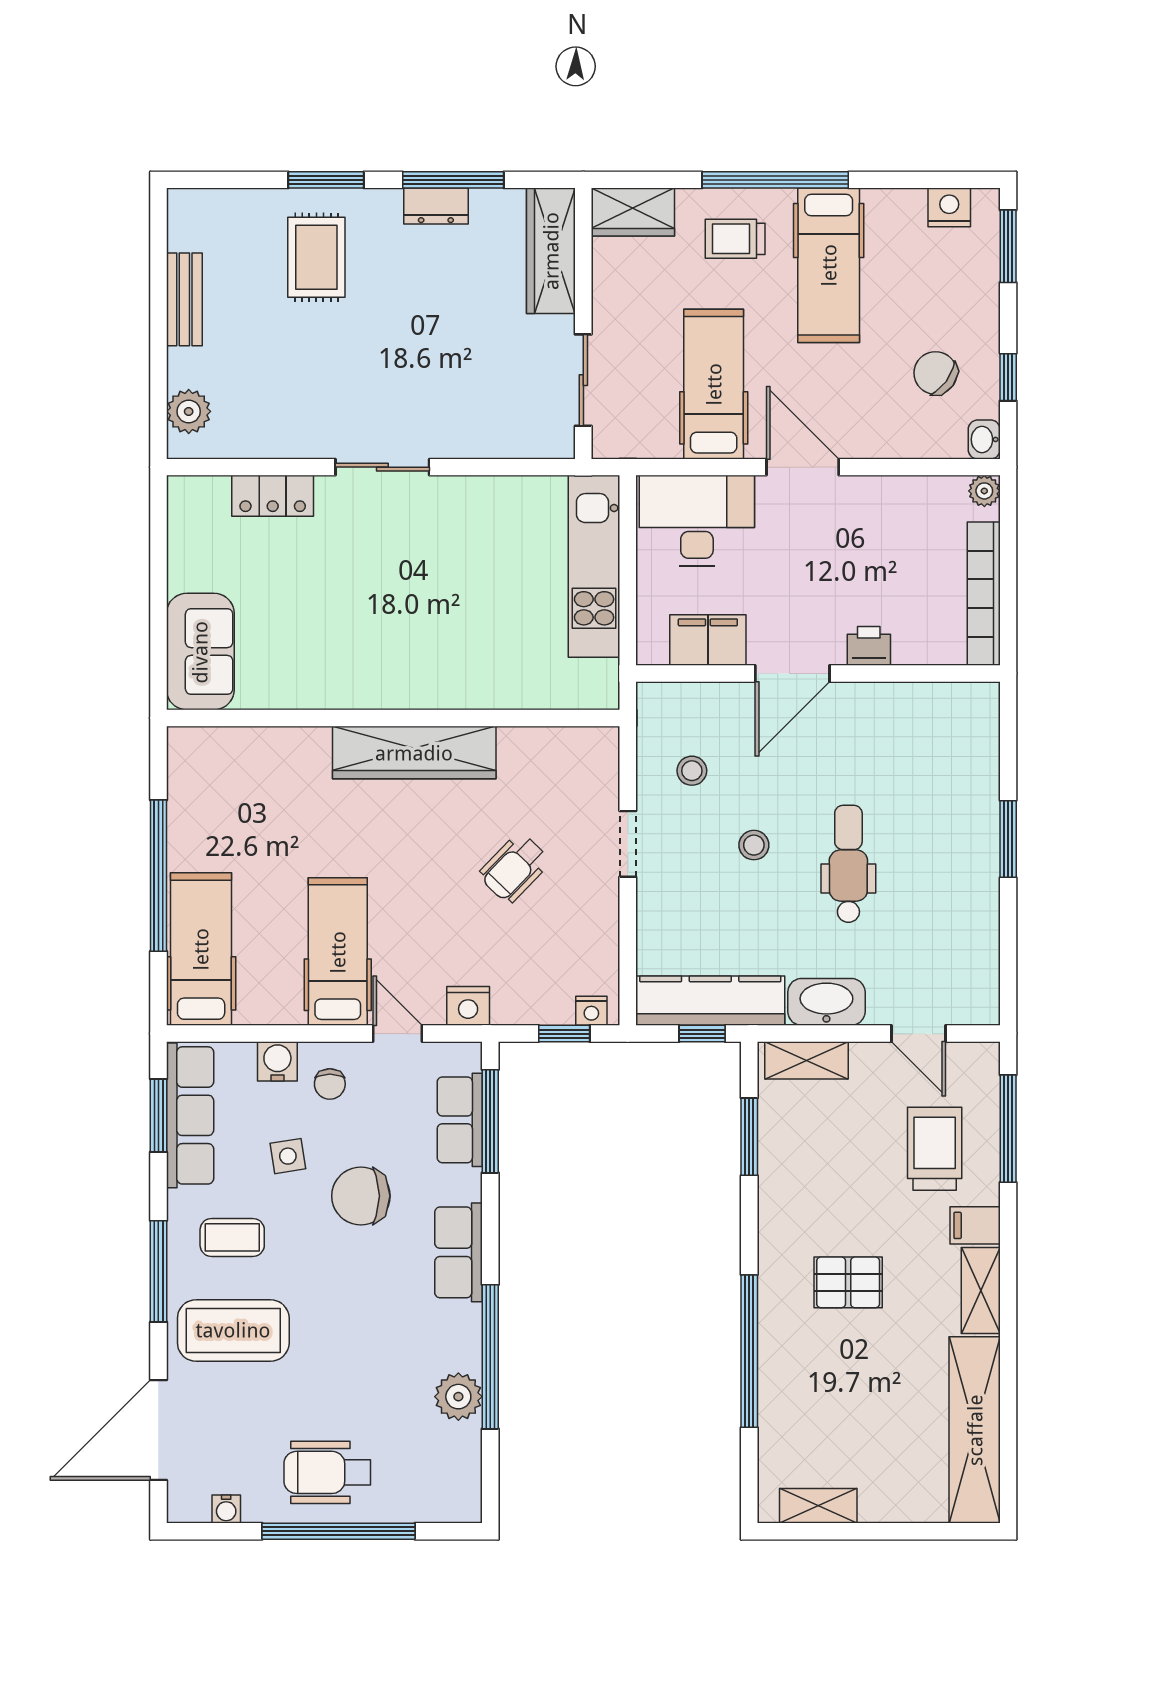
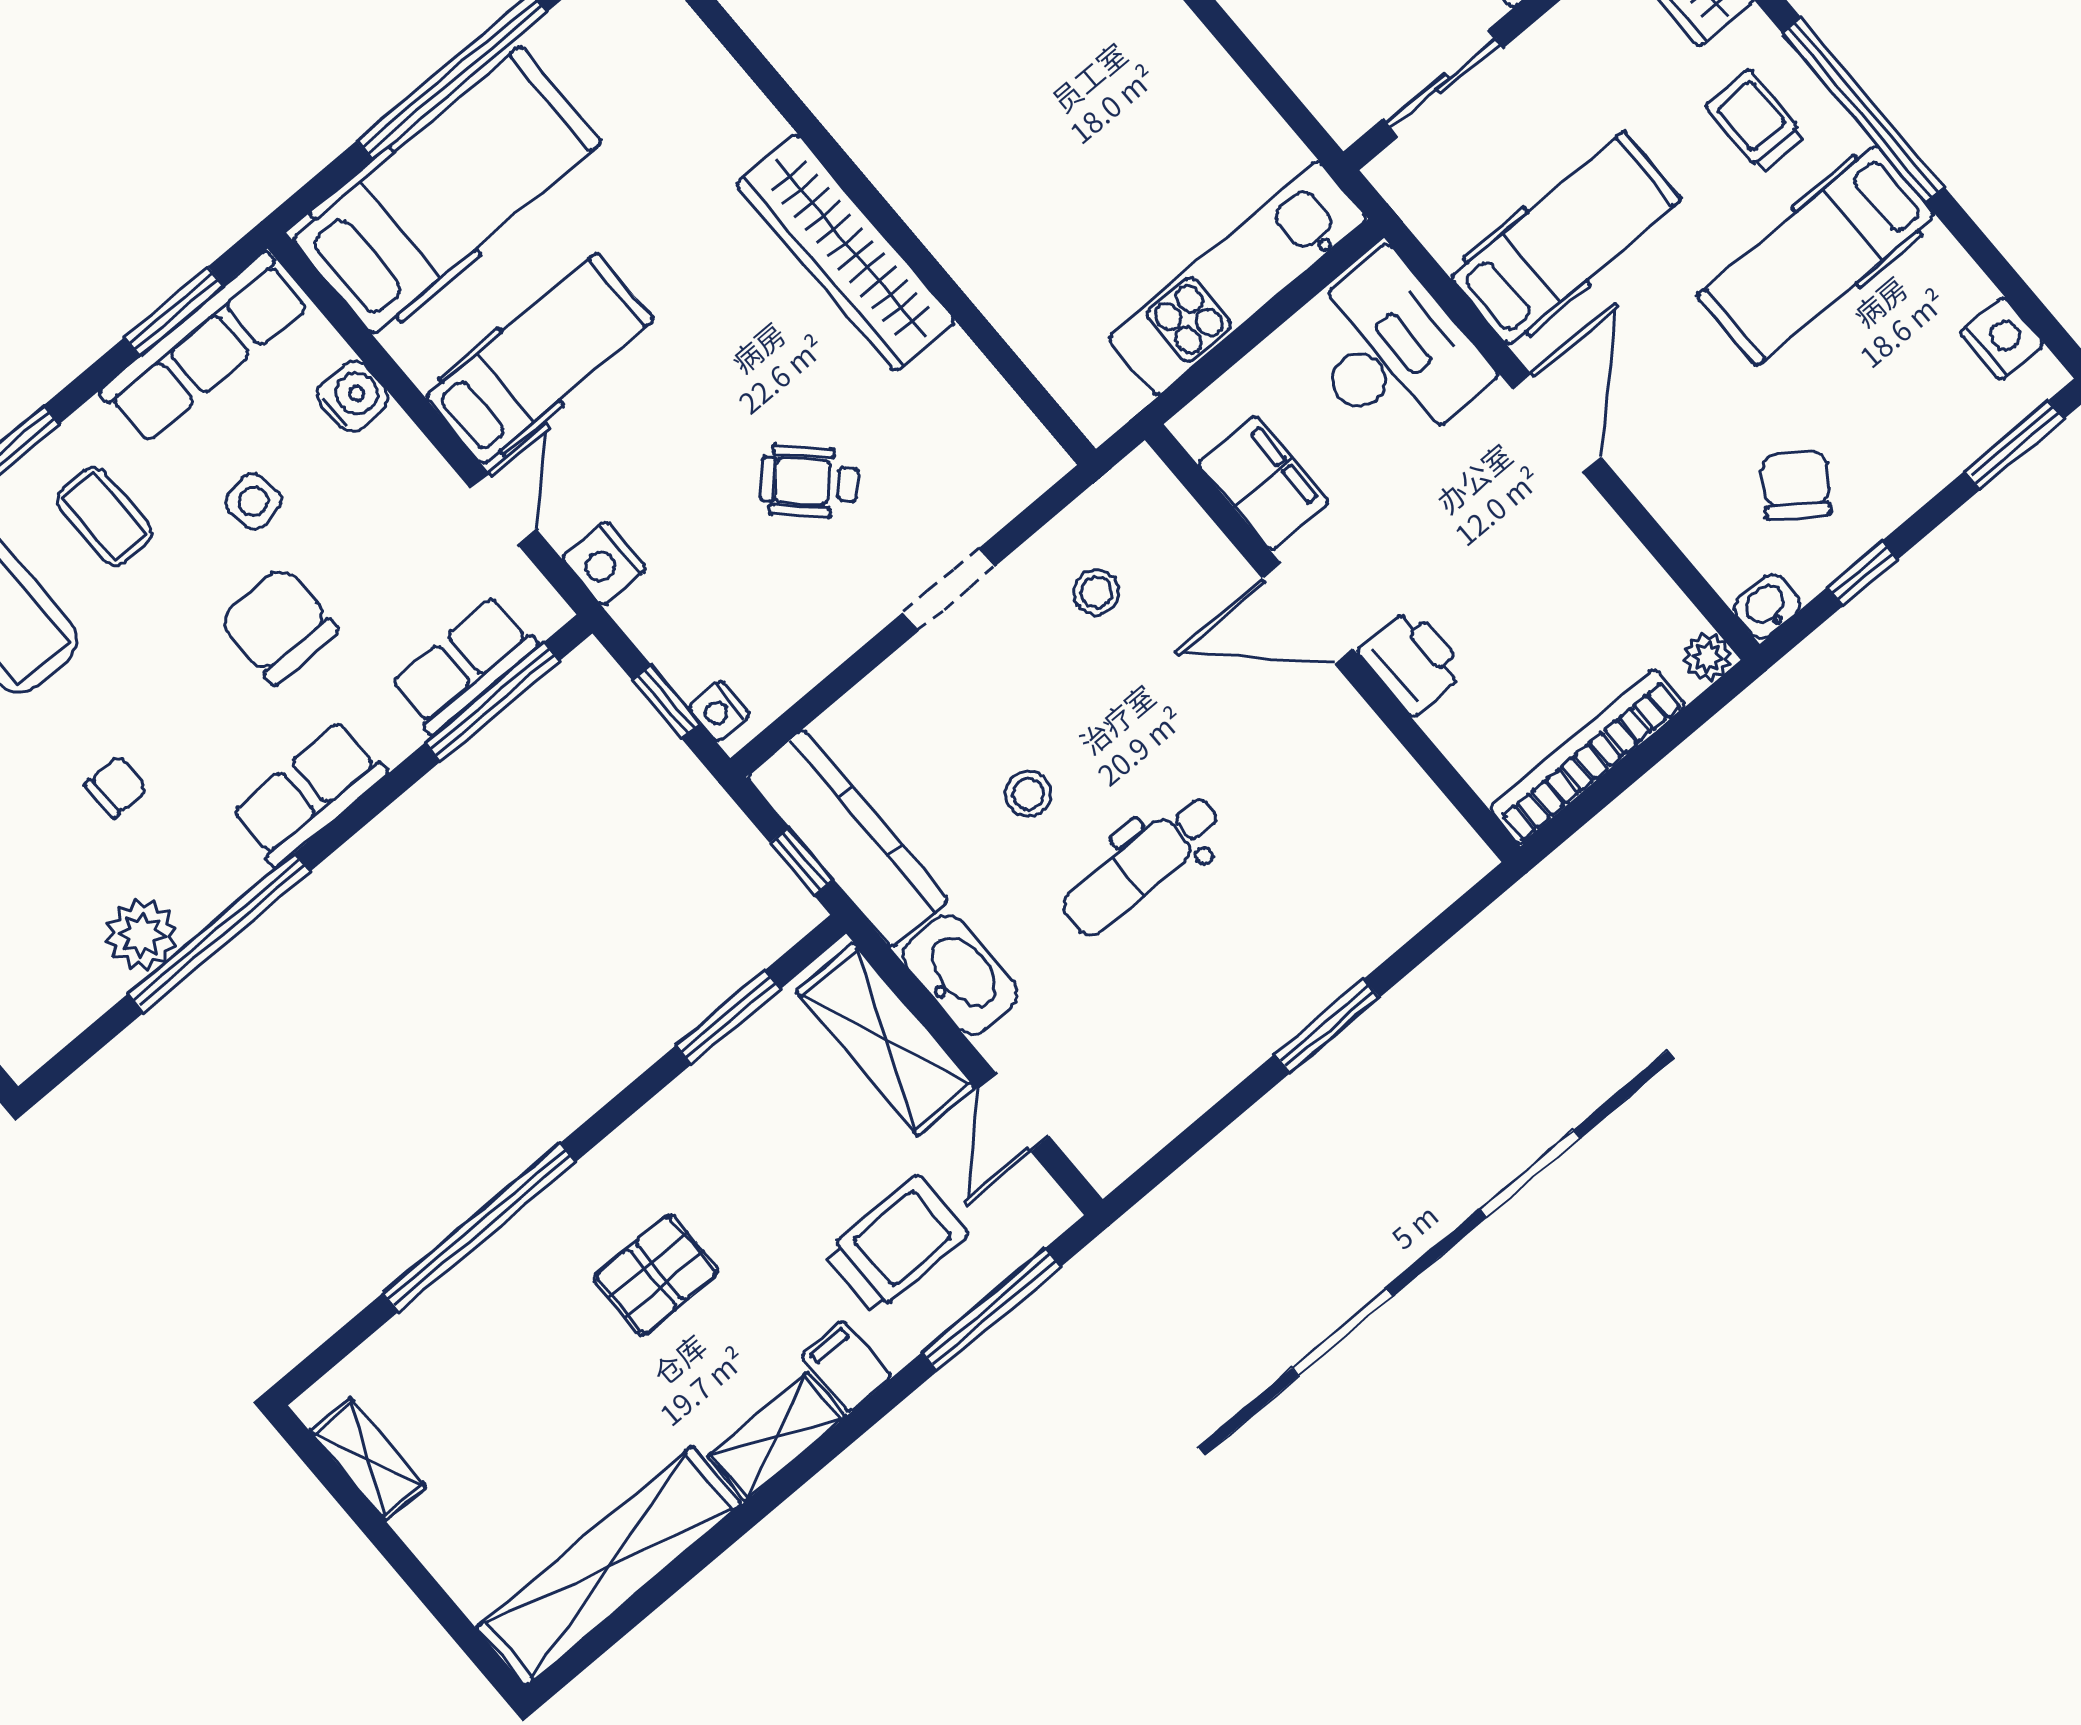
printer: (869, 646) -> (1412, 661), width x1.36, depth x1.24
stool: (754, 845) -> (1028, 794), moved
dental chair: (848, 864) -> (1142, 865), turned 180
hospital bed: (201, 949) -> (447, 191), width x1.37, depth x1.29
shelving: (806, 1060) -> (886, 1039), width x1.50, depth x1.33
chair: (330, 1084) -> (116, 787), moved, turned 180
pallet: (848, 1282) -> (656, 1275), turned 90

